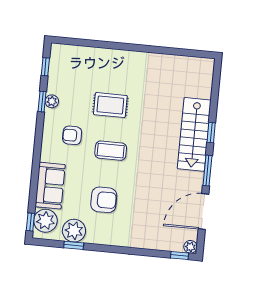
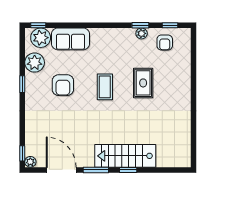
armchair: (72, 135) -> (165, 42), moved, turned 180
window: (74, 245) -> (22, 84), moved

